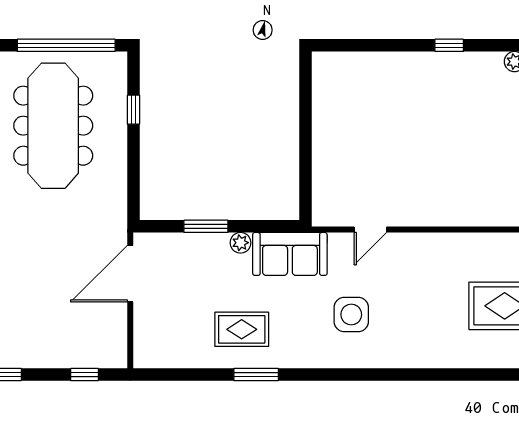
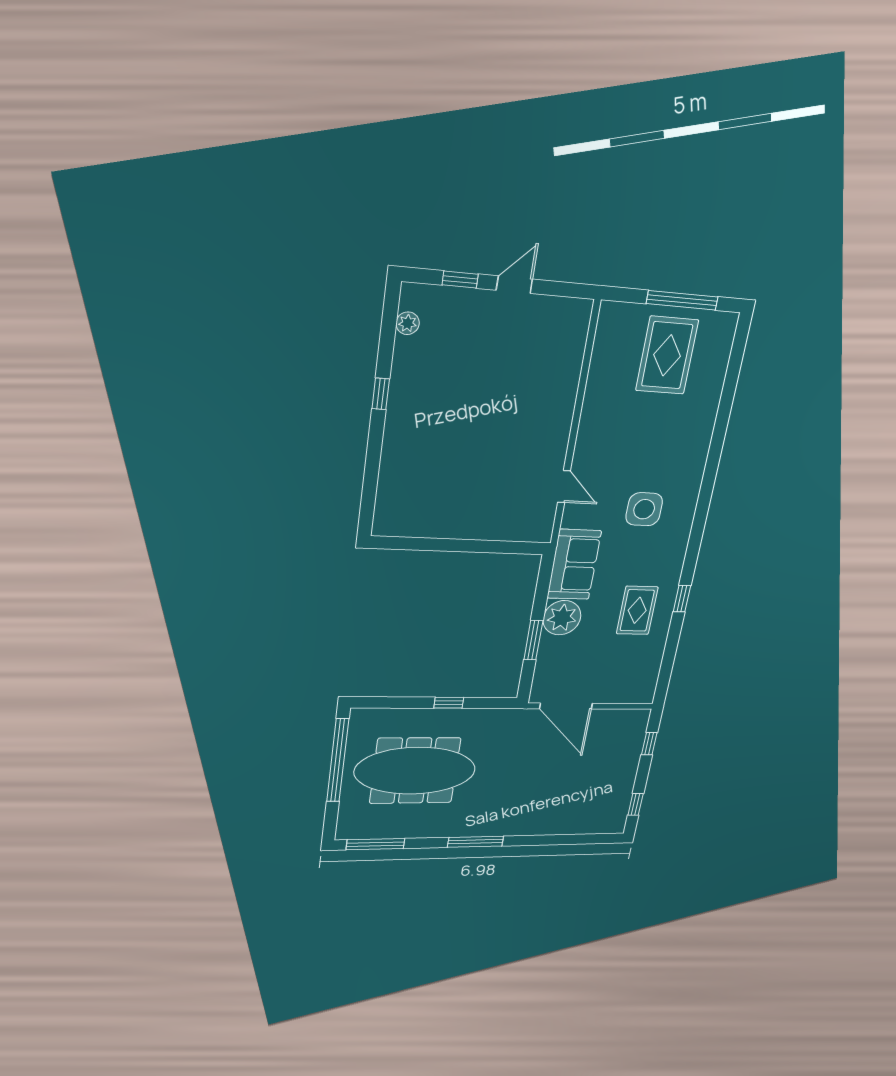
window: (133, 110) -> (449, 703), moved
plant: (241, 243) -> (562, 618), width x1.88, depth x1.88
window: (256, 375) -> (682, 599), width x0.67

